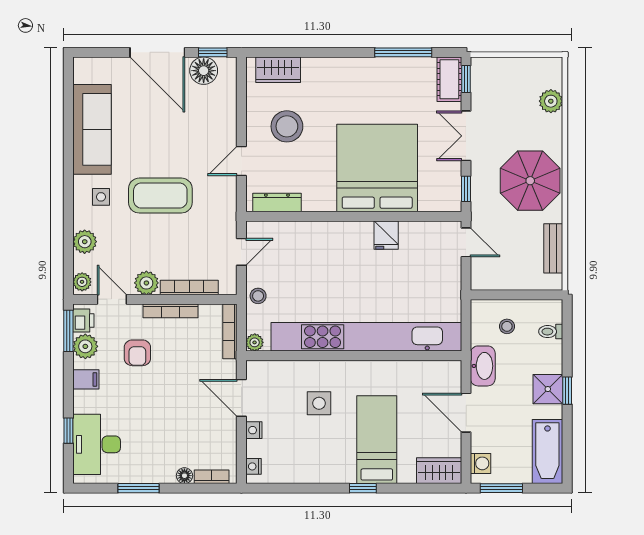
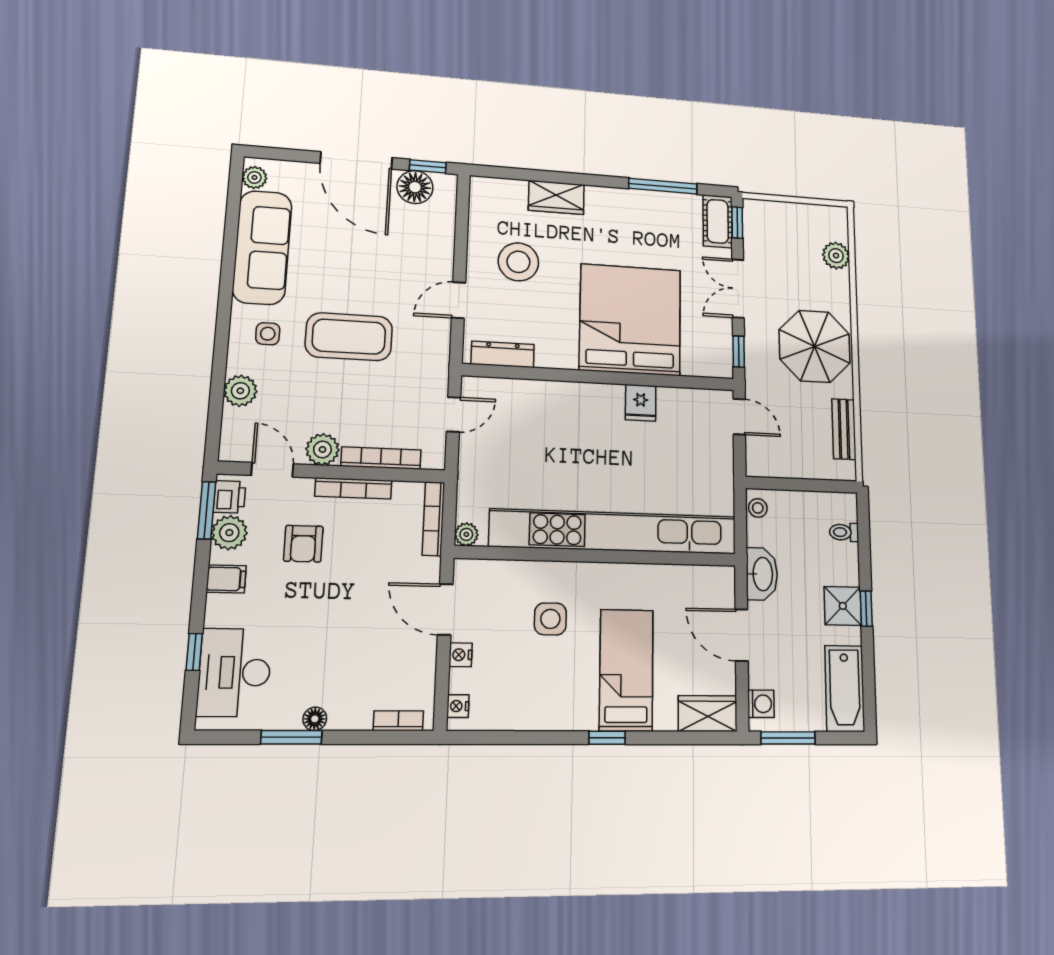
wardrobe: (278, 70) -> (556, 197), moved
plant: (82, 282) -> (254, 177), moved
stool: (258, 296) -> (473, 473), removed
stool: (507, 326) -> (758, 508), moved
floor lamp: (184, 476) -> (315, 719), moved

